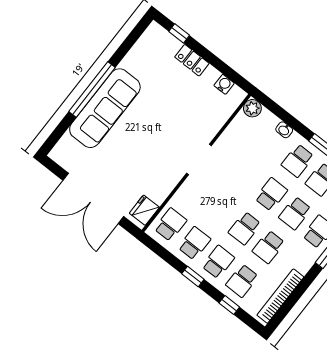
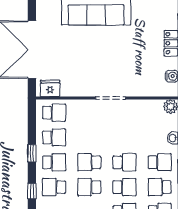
school desk: (298, 161) -> (160, 162), turned 180
school desk: (295, 213) -> (124, 187), turned 180

